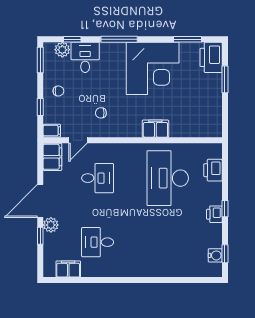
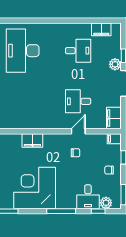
door: (78, 140) -> (78, 131), moved
desk: (168, 178) -> (23, 51), moved, turned 180

